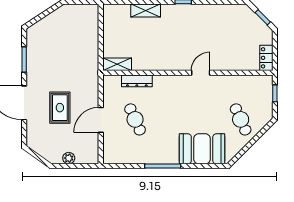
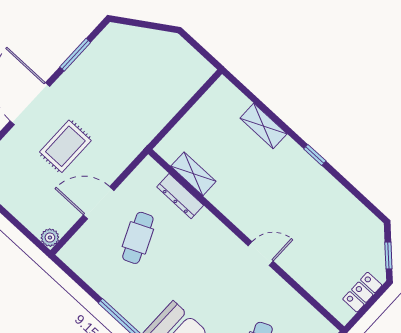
locker: (266, 58) -> (362, 292), moved
shelving: (117, 64) -> (193, 174), moved
plant: (69, 158) -> (50, 238), moved

